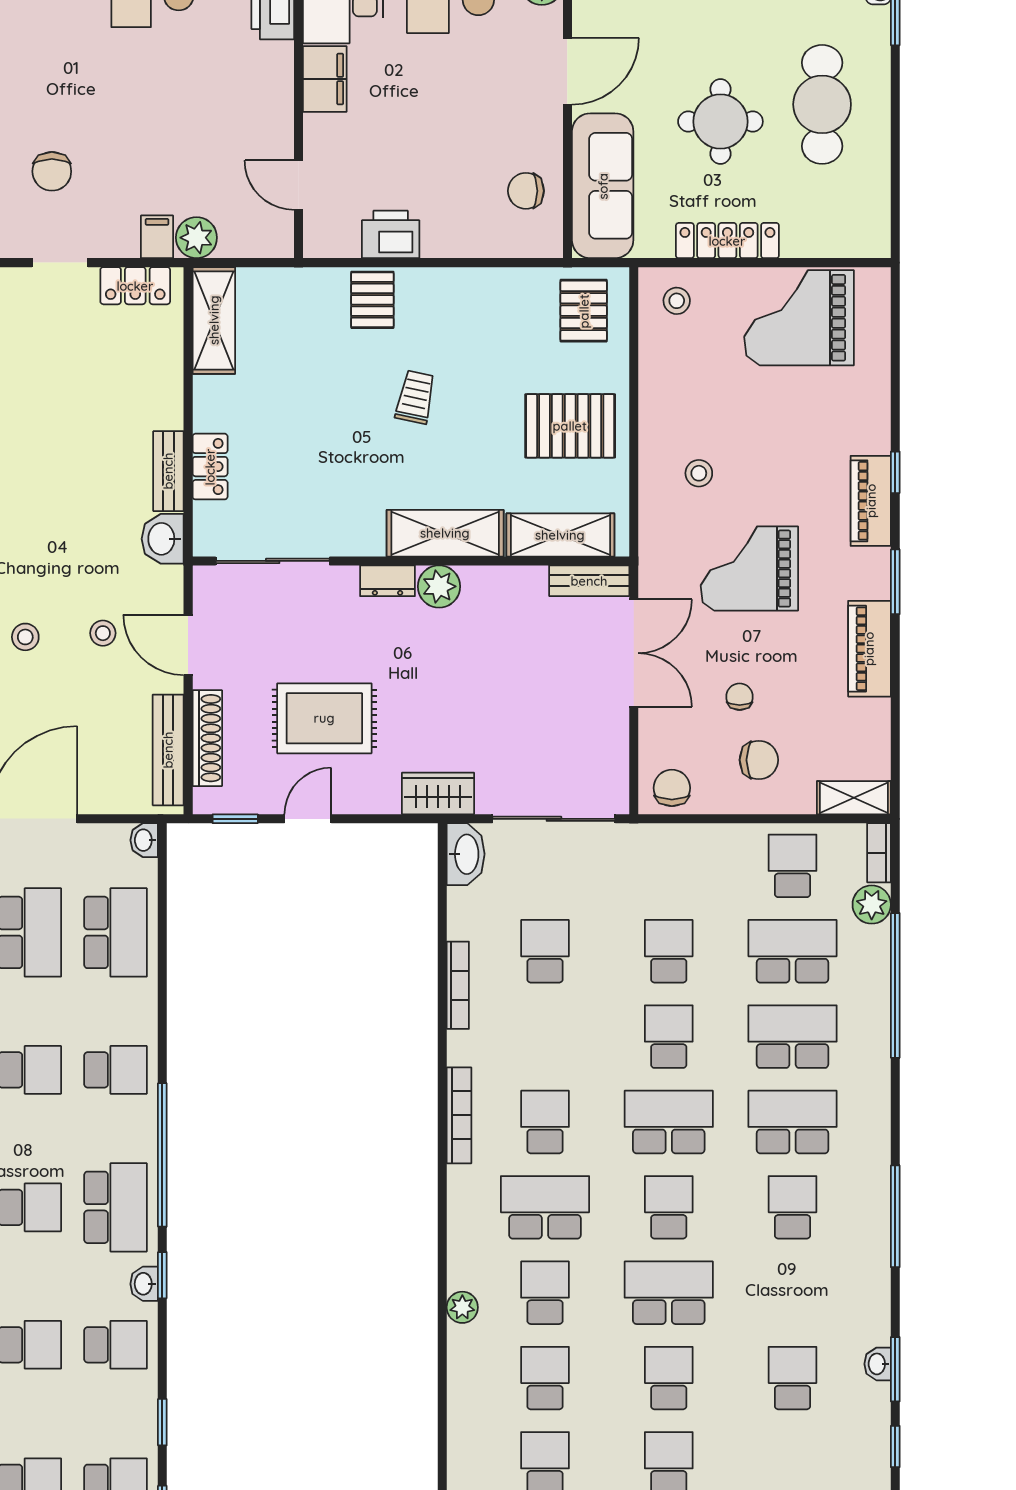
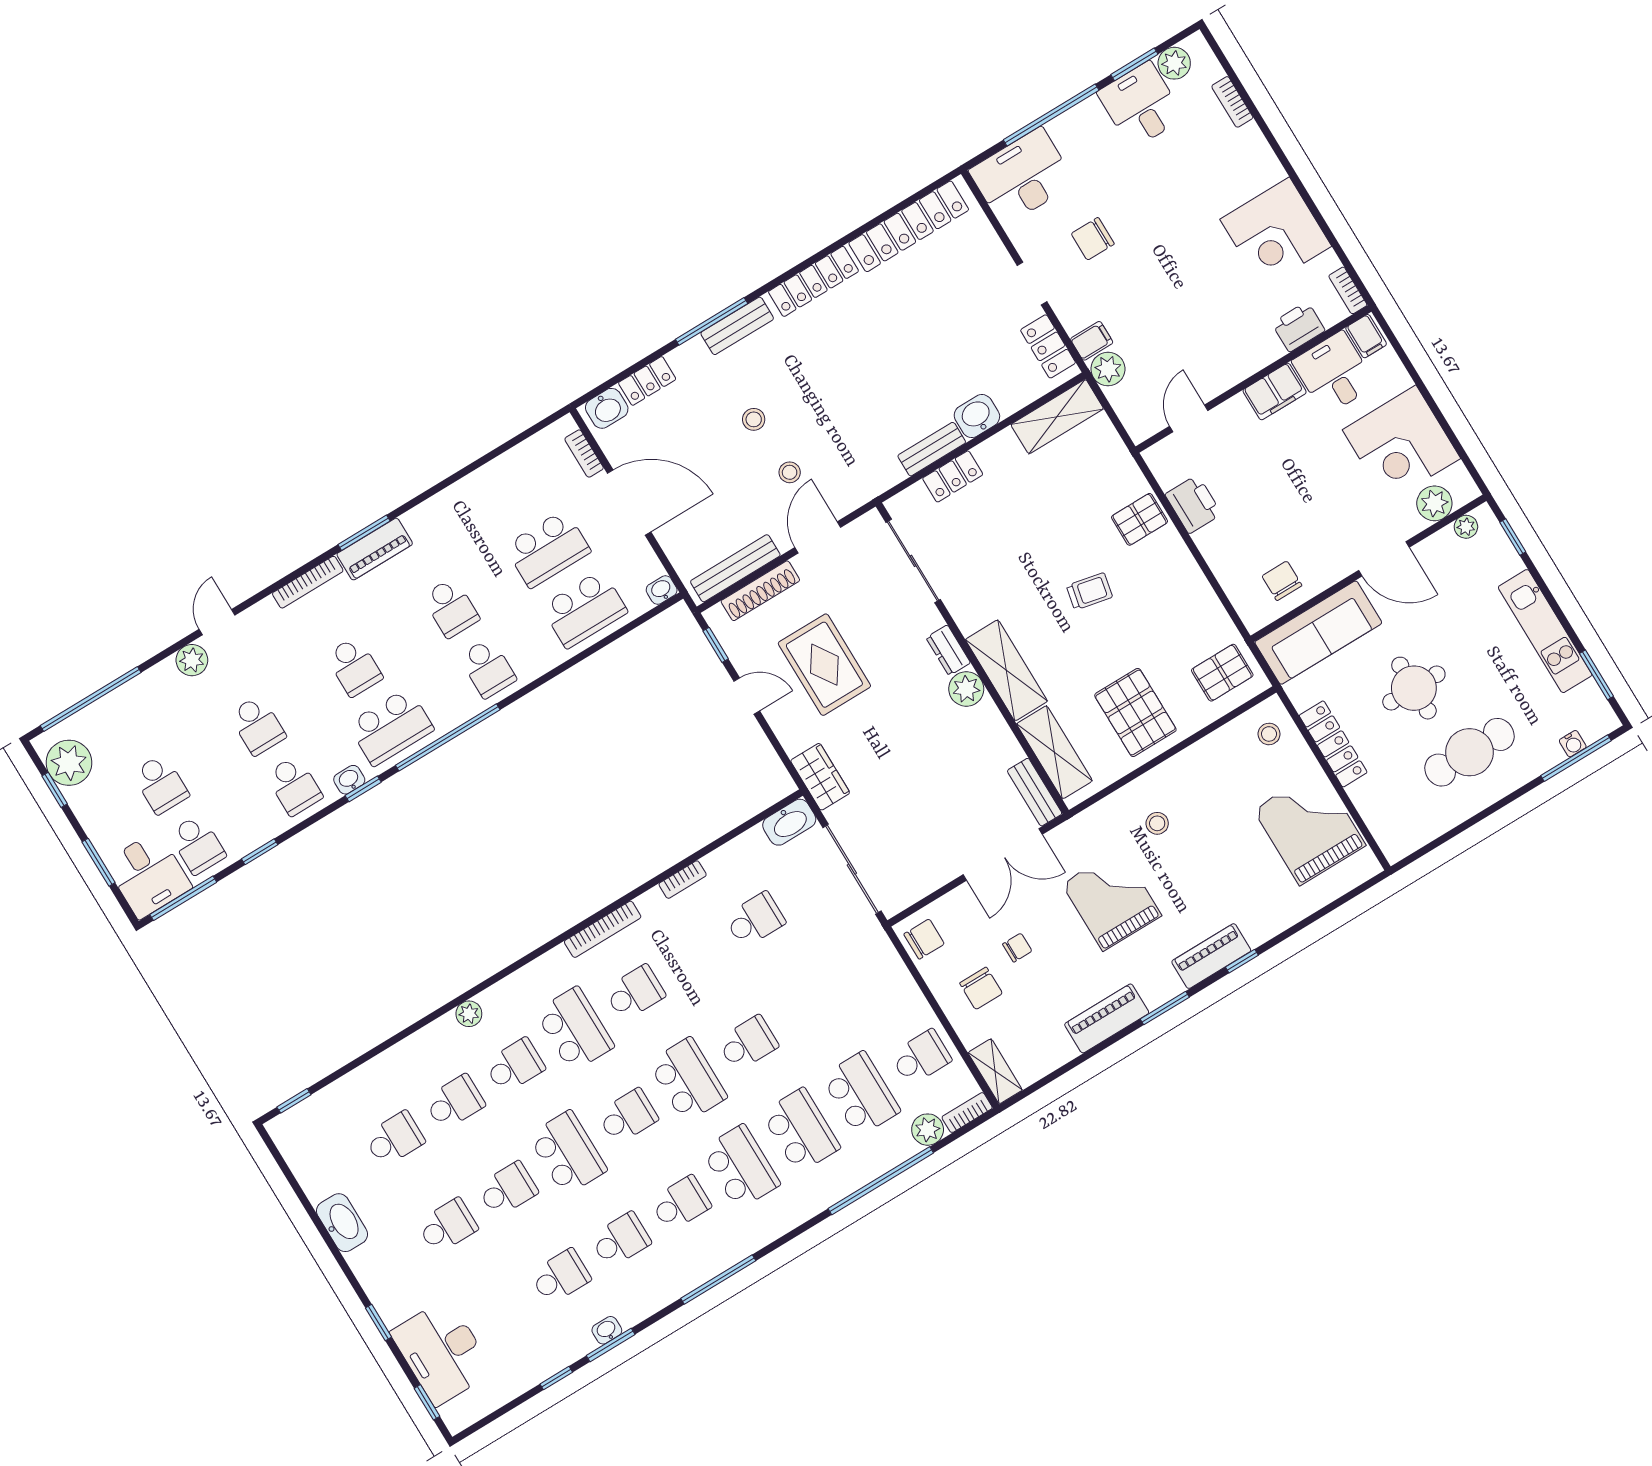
washbasin: (163, 539) -> (977, 416), moved
school desk: (669, 951) -> (620, 1240), moved
bookcase: (458, 985) -> (683, 880), width x0.64

